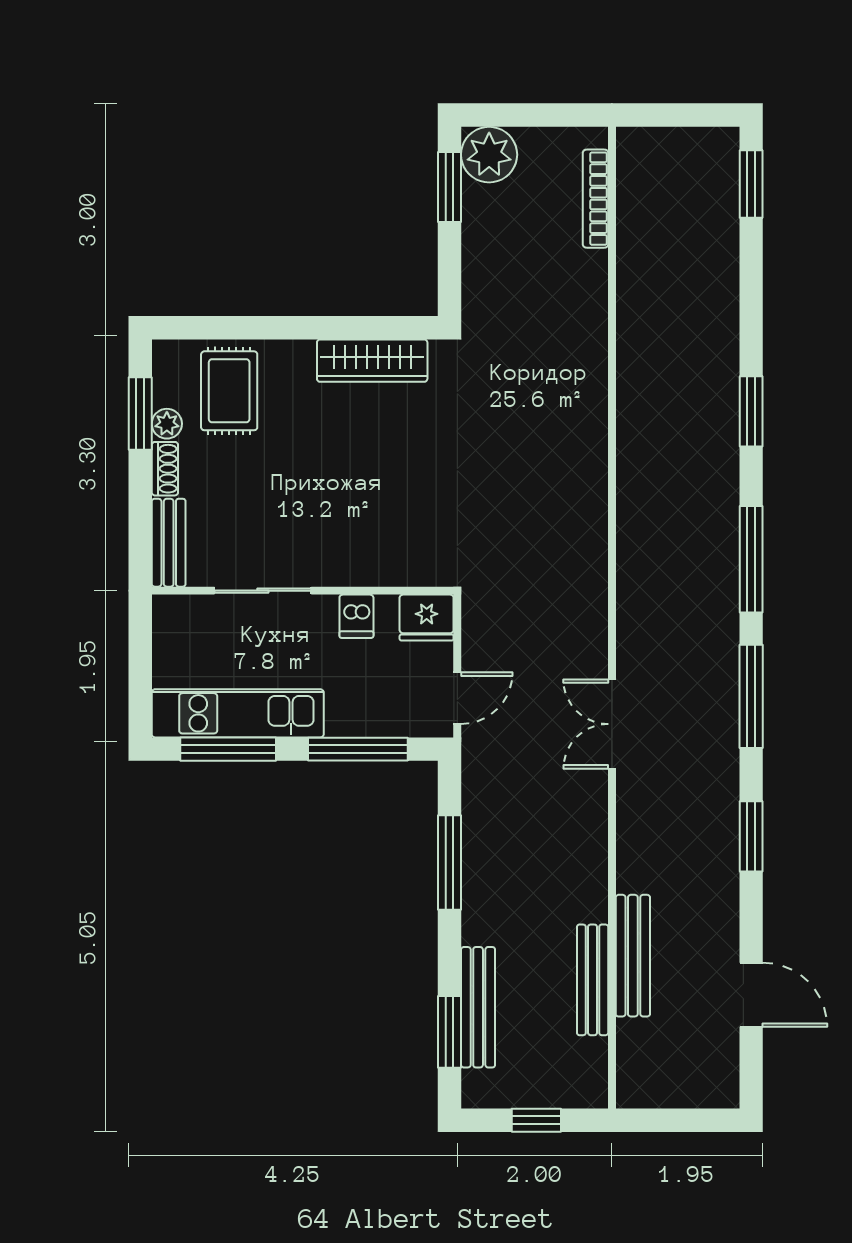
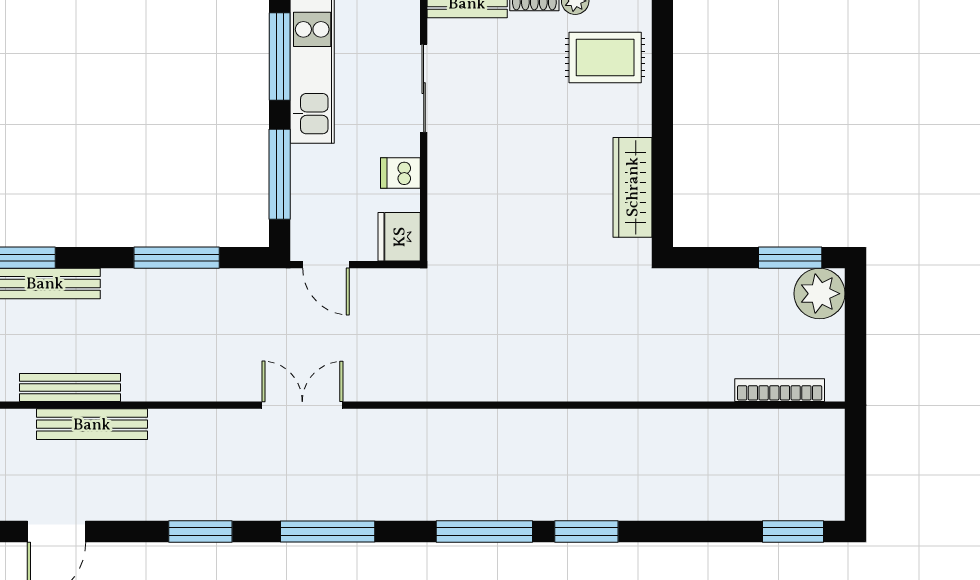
window: (751, 559) -> (484, 531), moved

